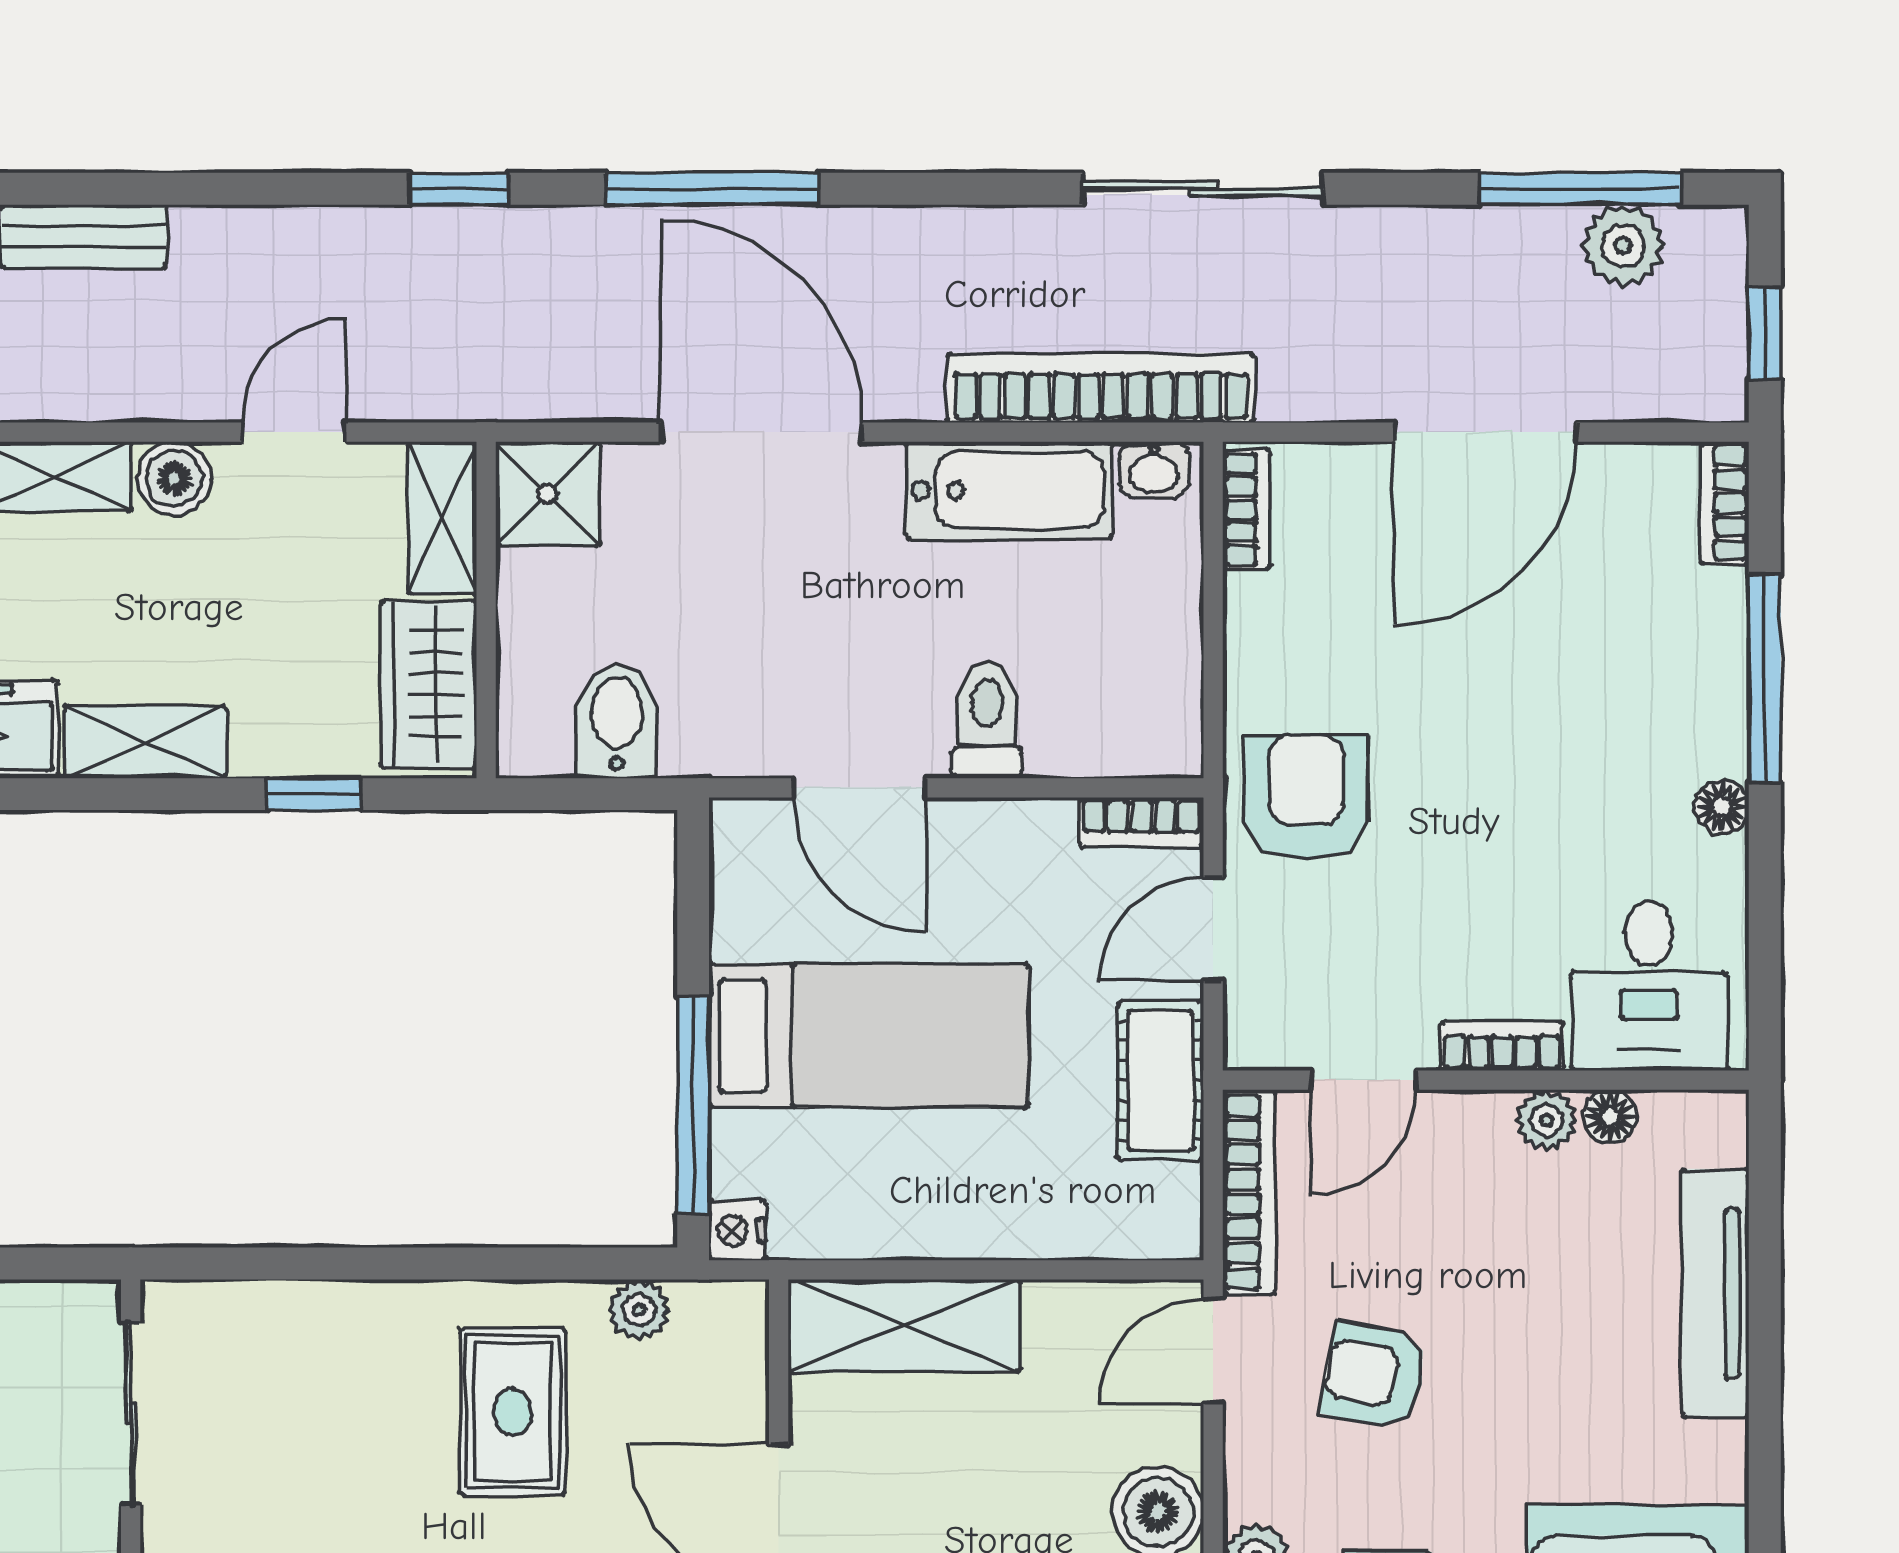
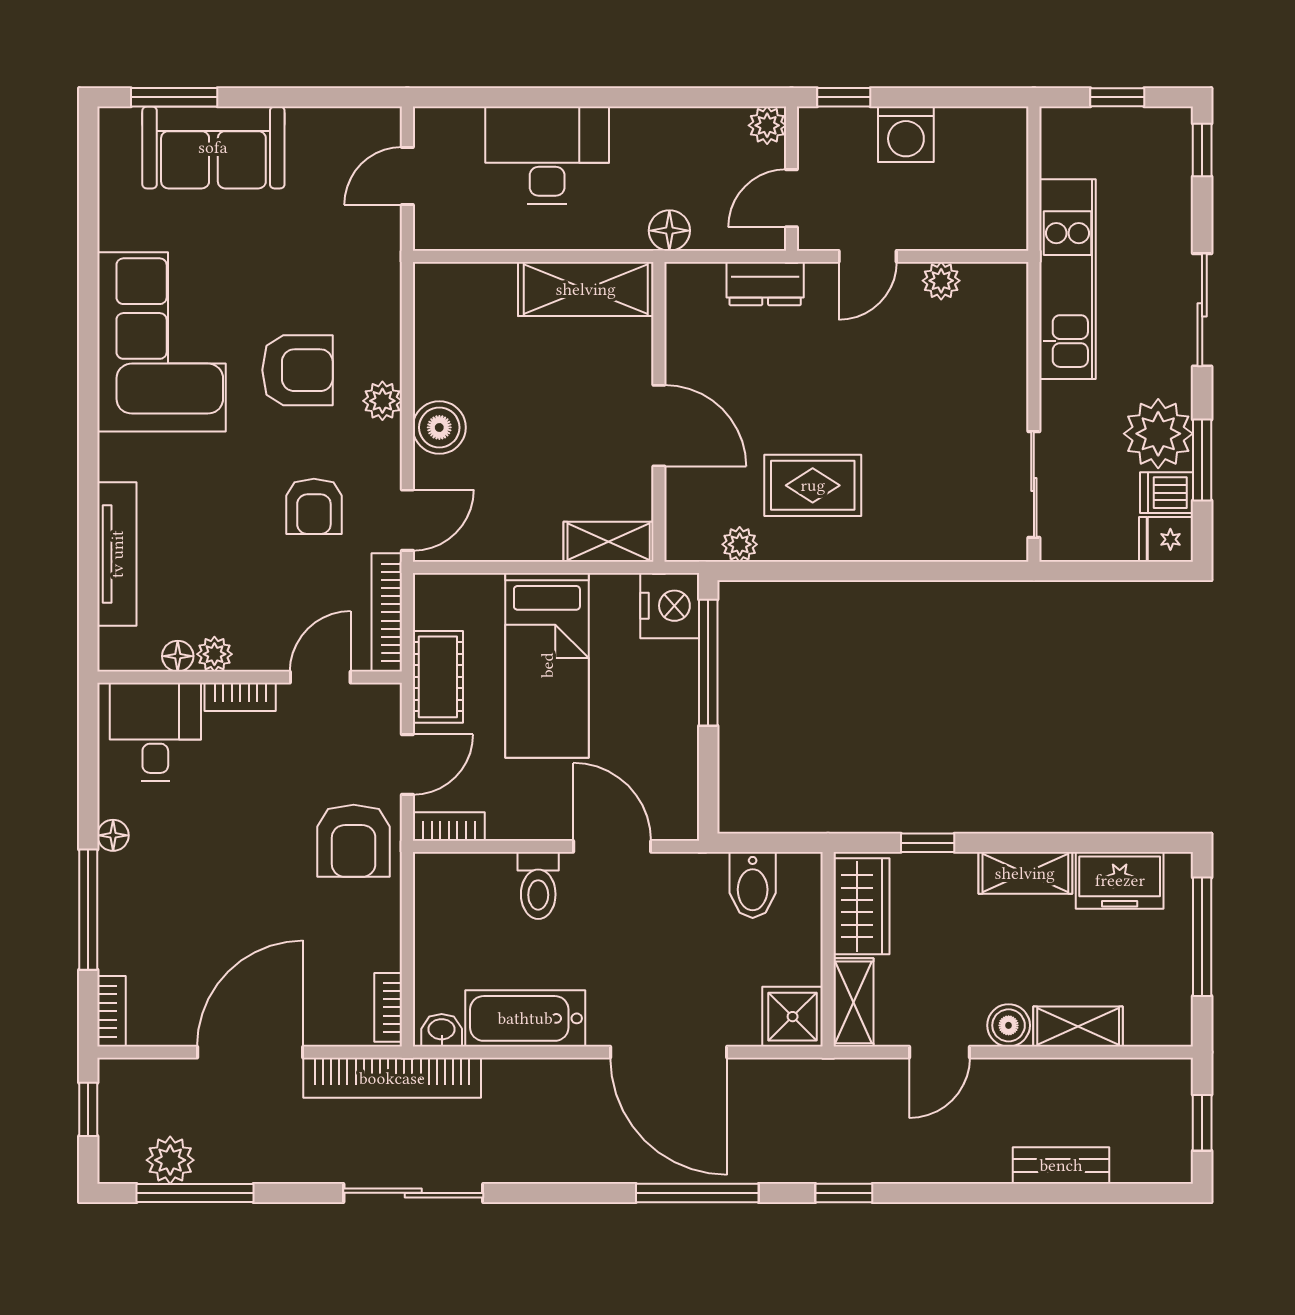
bookcase: (1101, 388) -> (392, 1078), moved
bed: (869, 1036) -> (547, 665), moved, turned -90
nightstand: (737, 1230) -> (670, 606), width x1.89, depth x1.79
shelving: (904, 1326) -> (609, 542), width x0.67, depth x0.75
armchair: (1375, 1375) -> (314, 506), turned 79
rug: (513, 1412) -> (813, 485), turned 90

